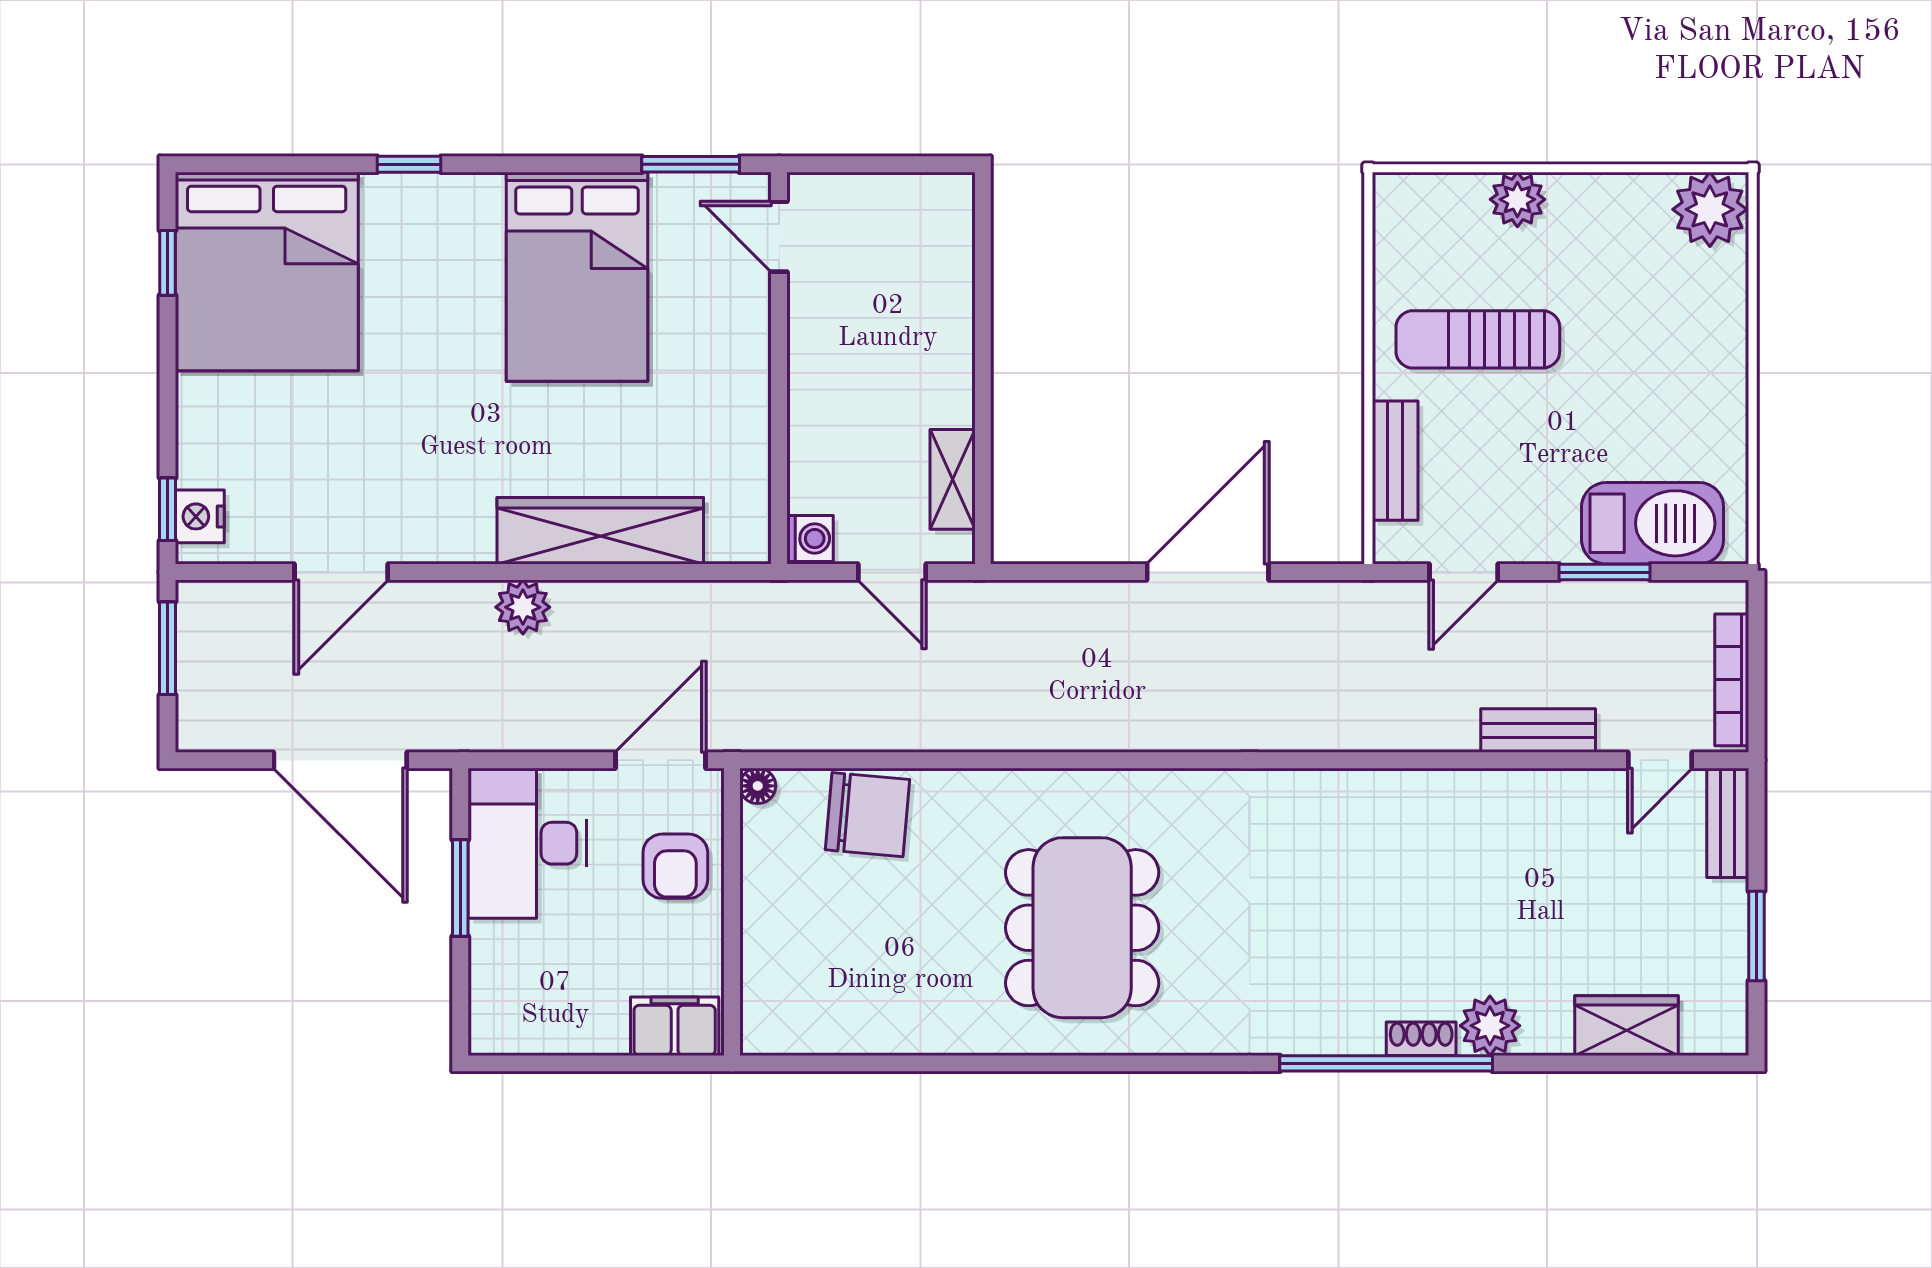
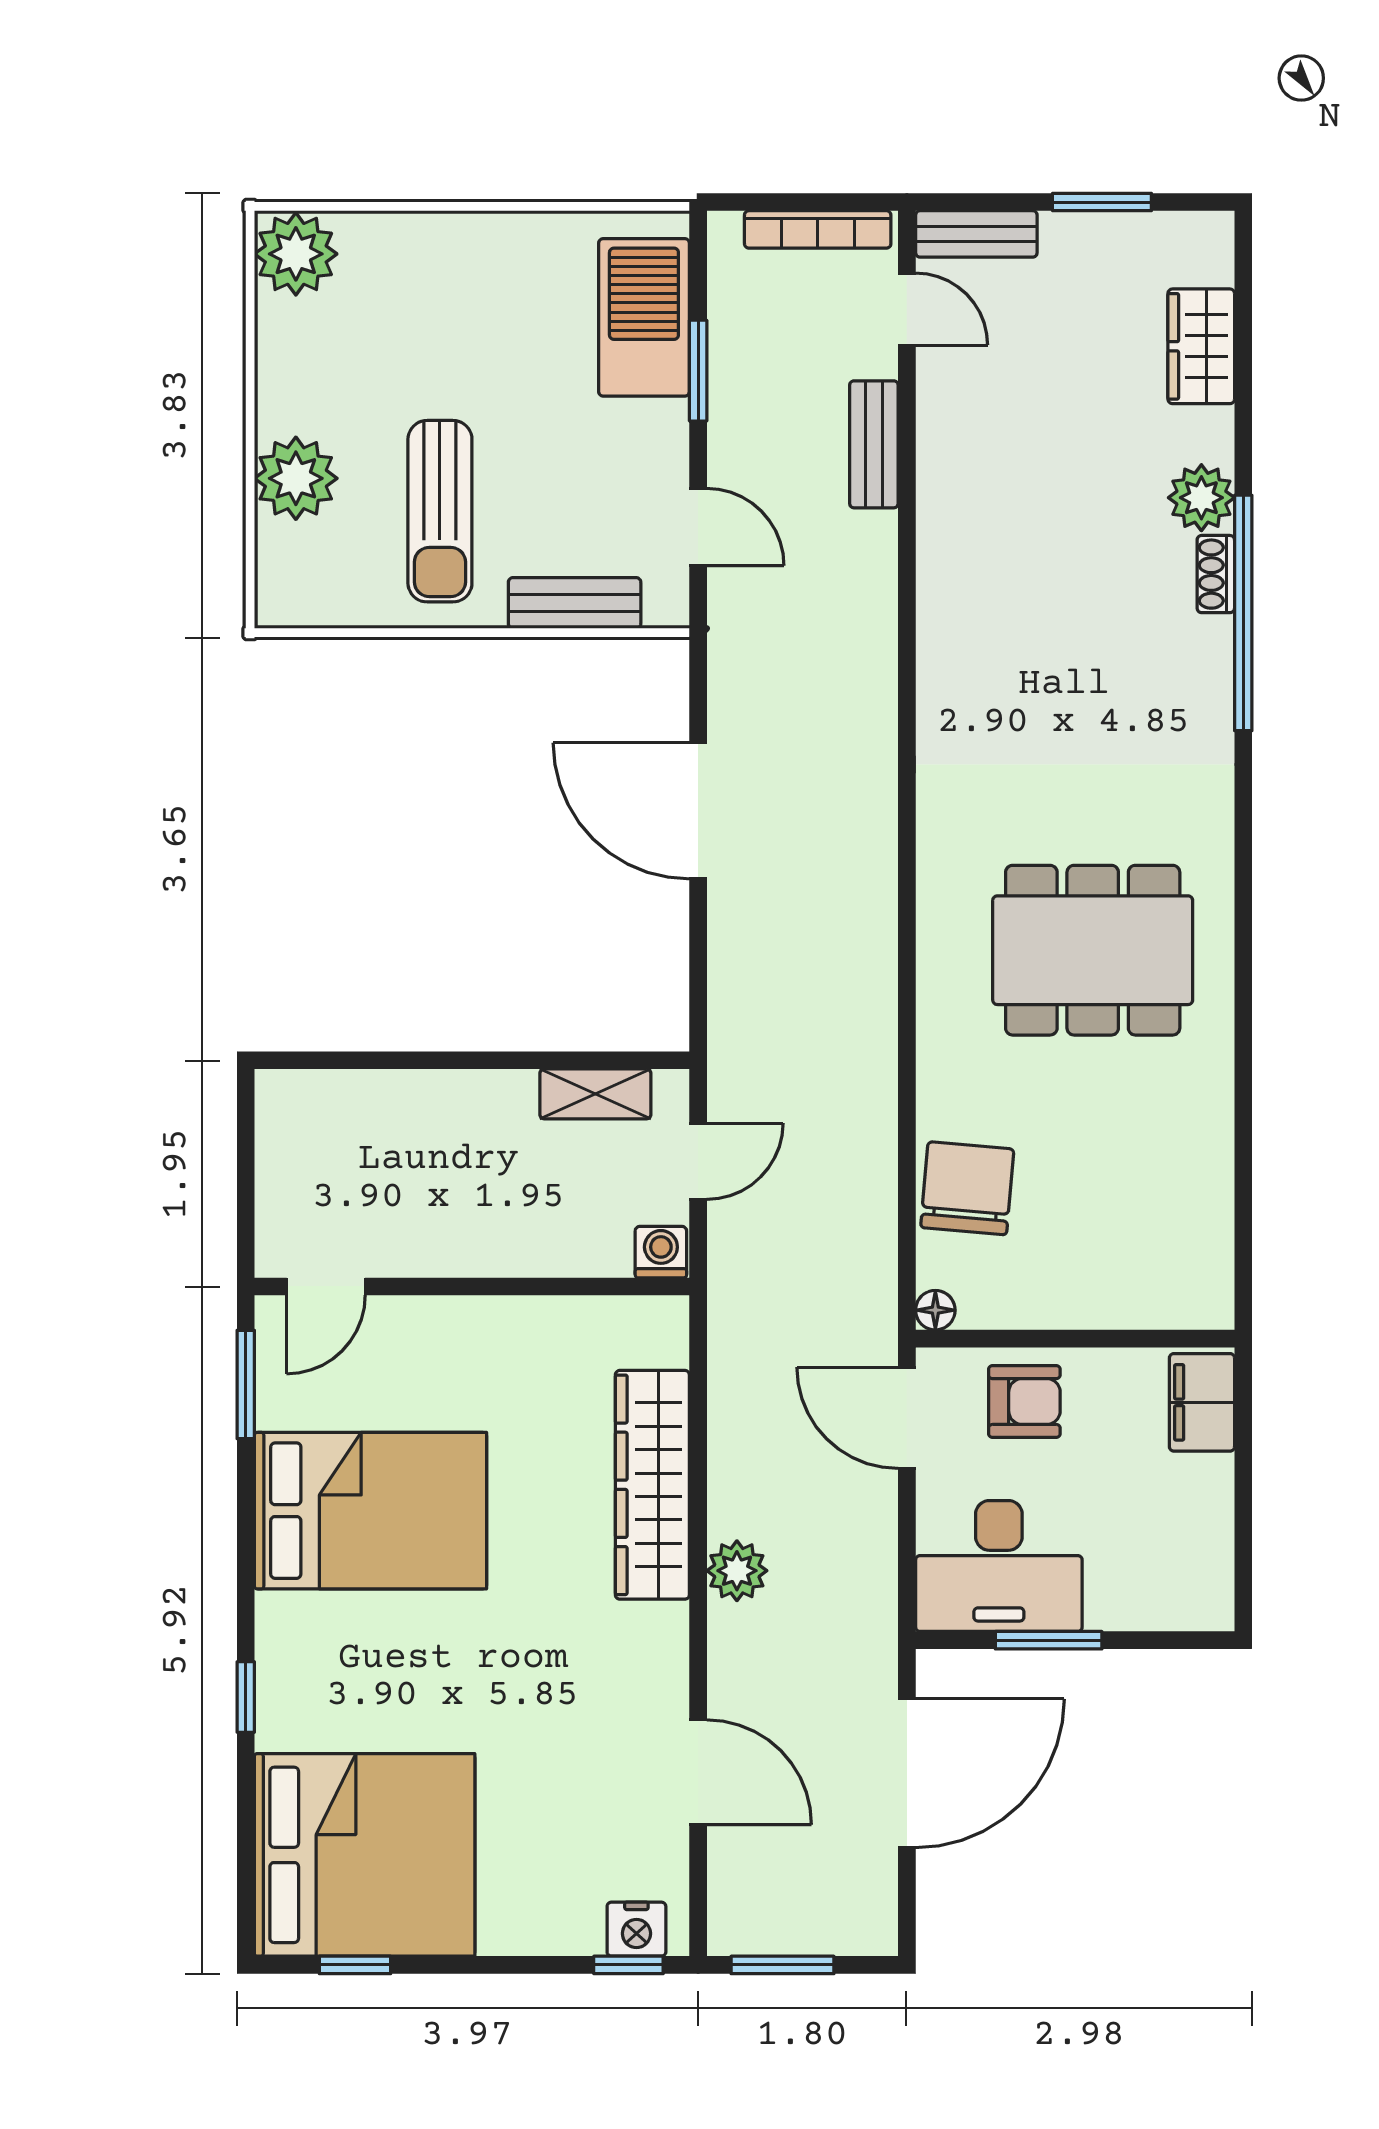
plant: (1517, 199) -> (296, 478), width x1.36, depth x1.36

